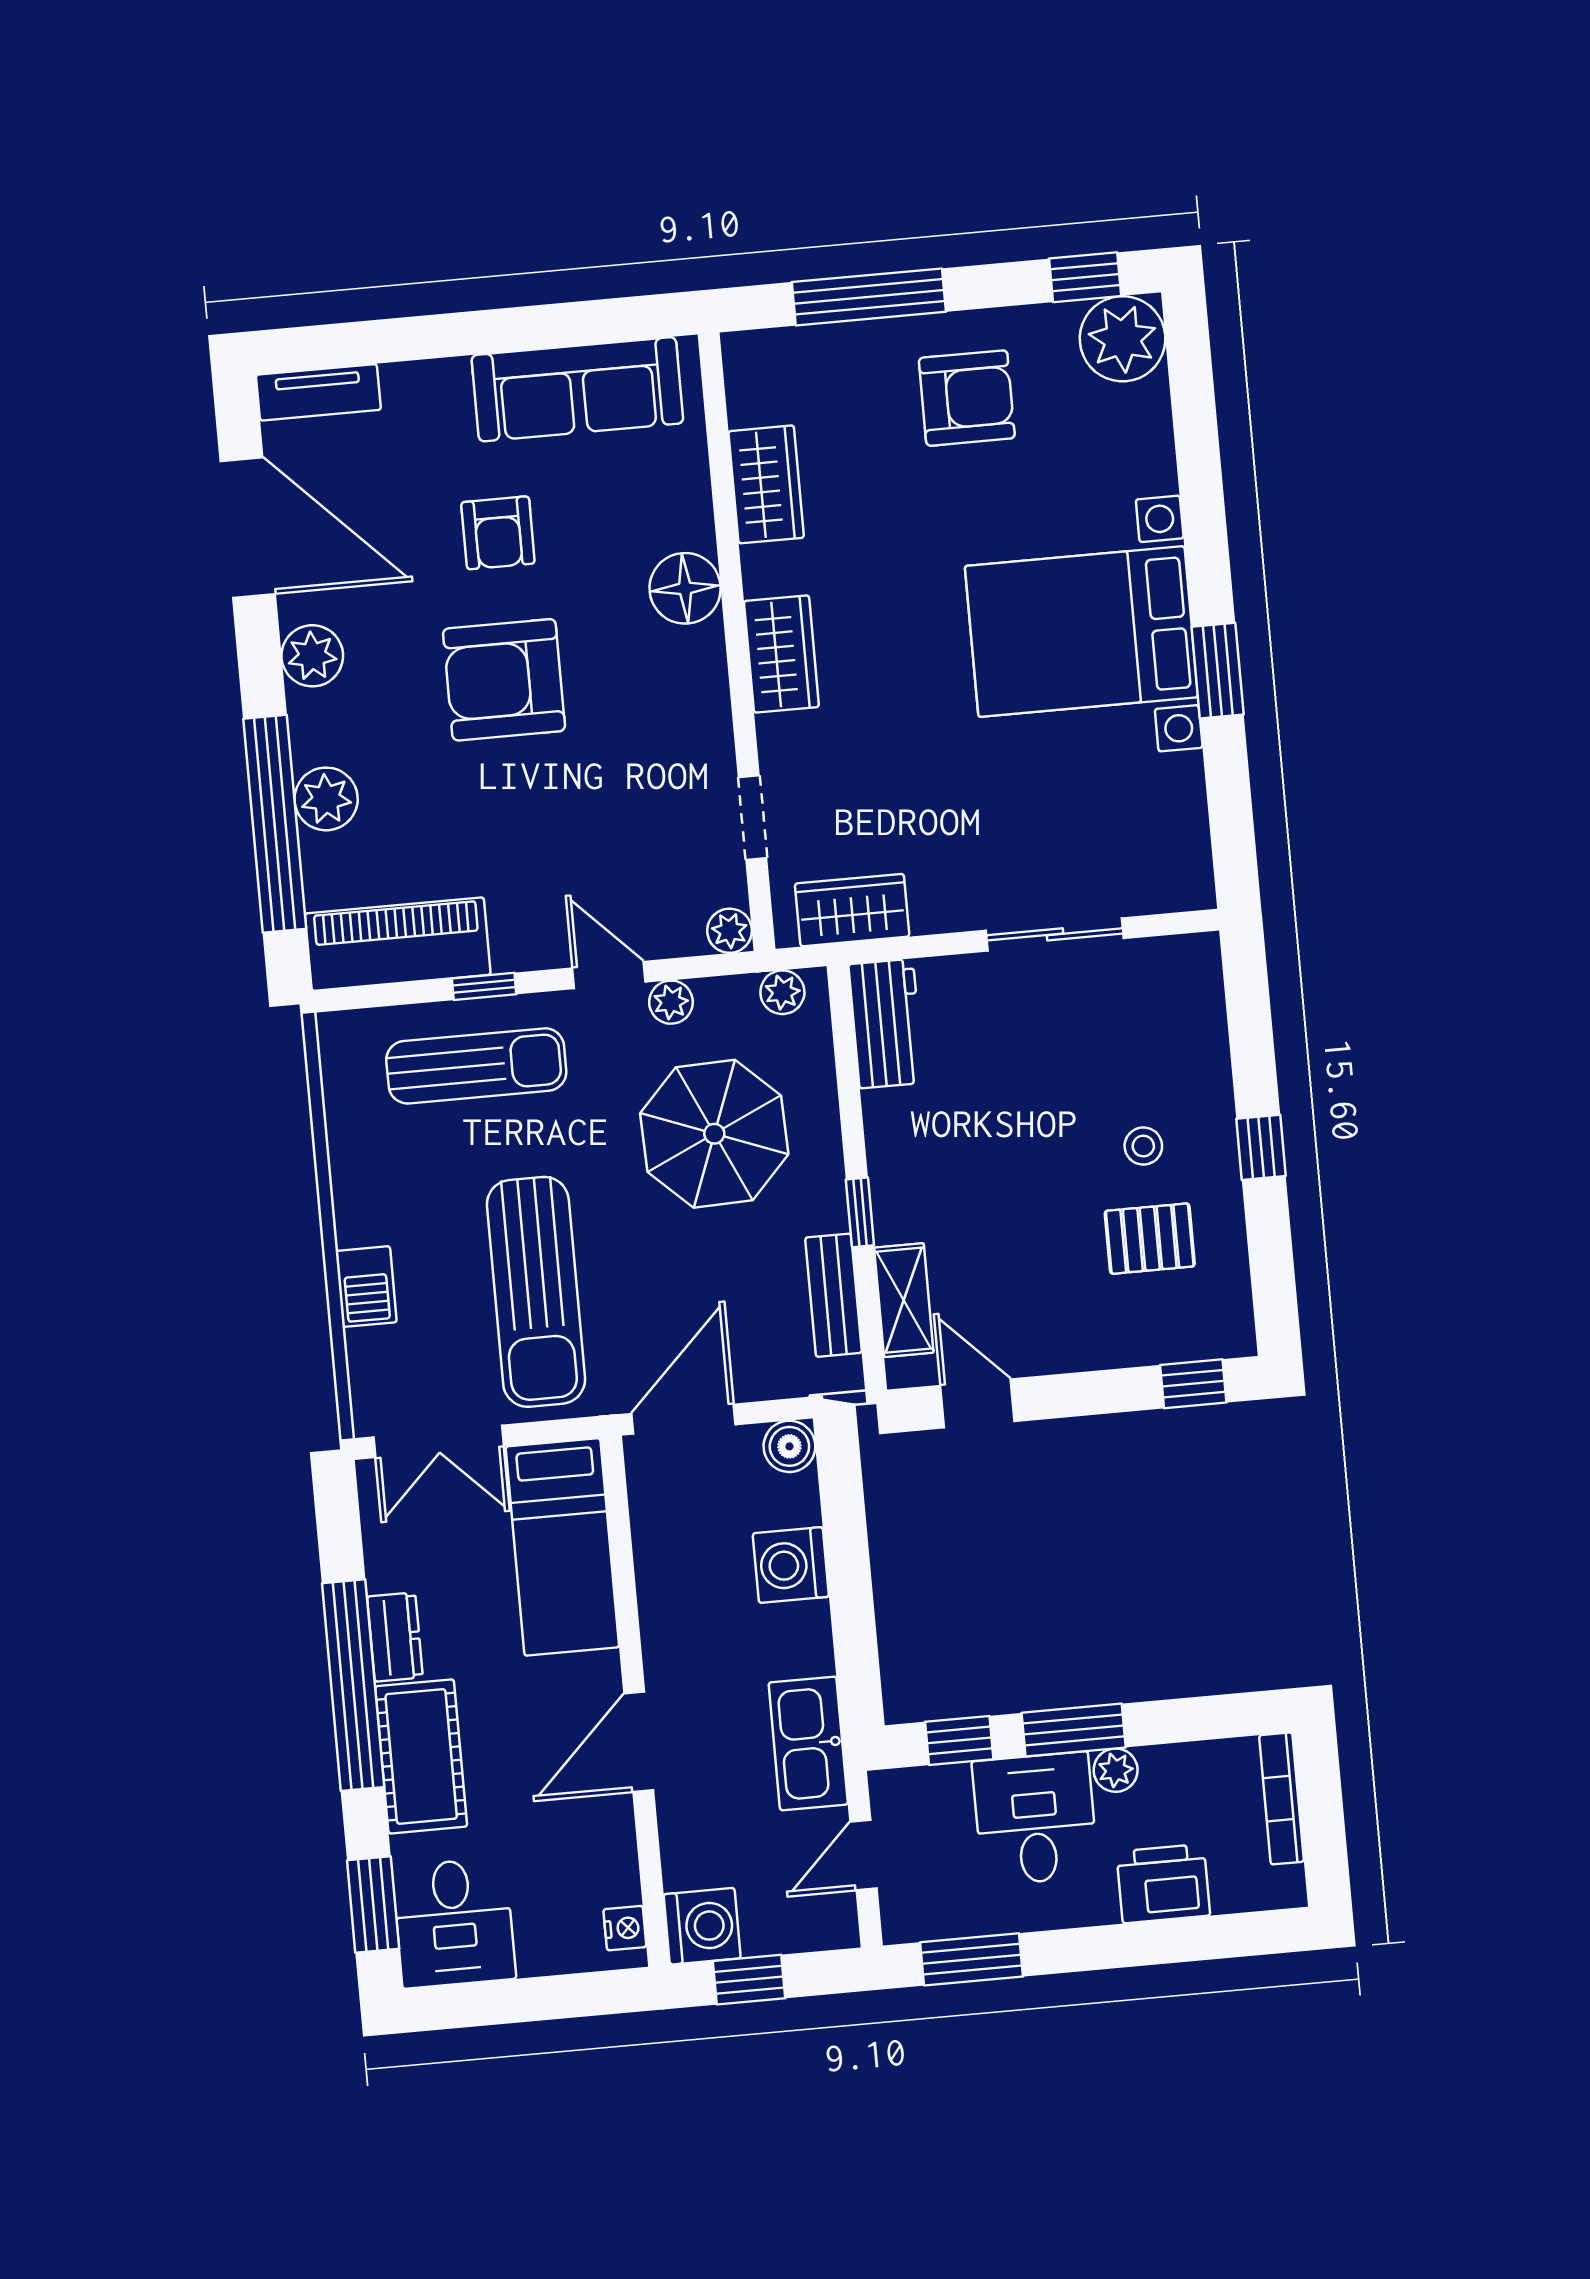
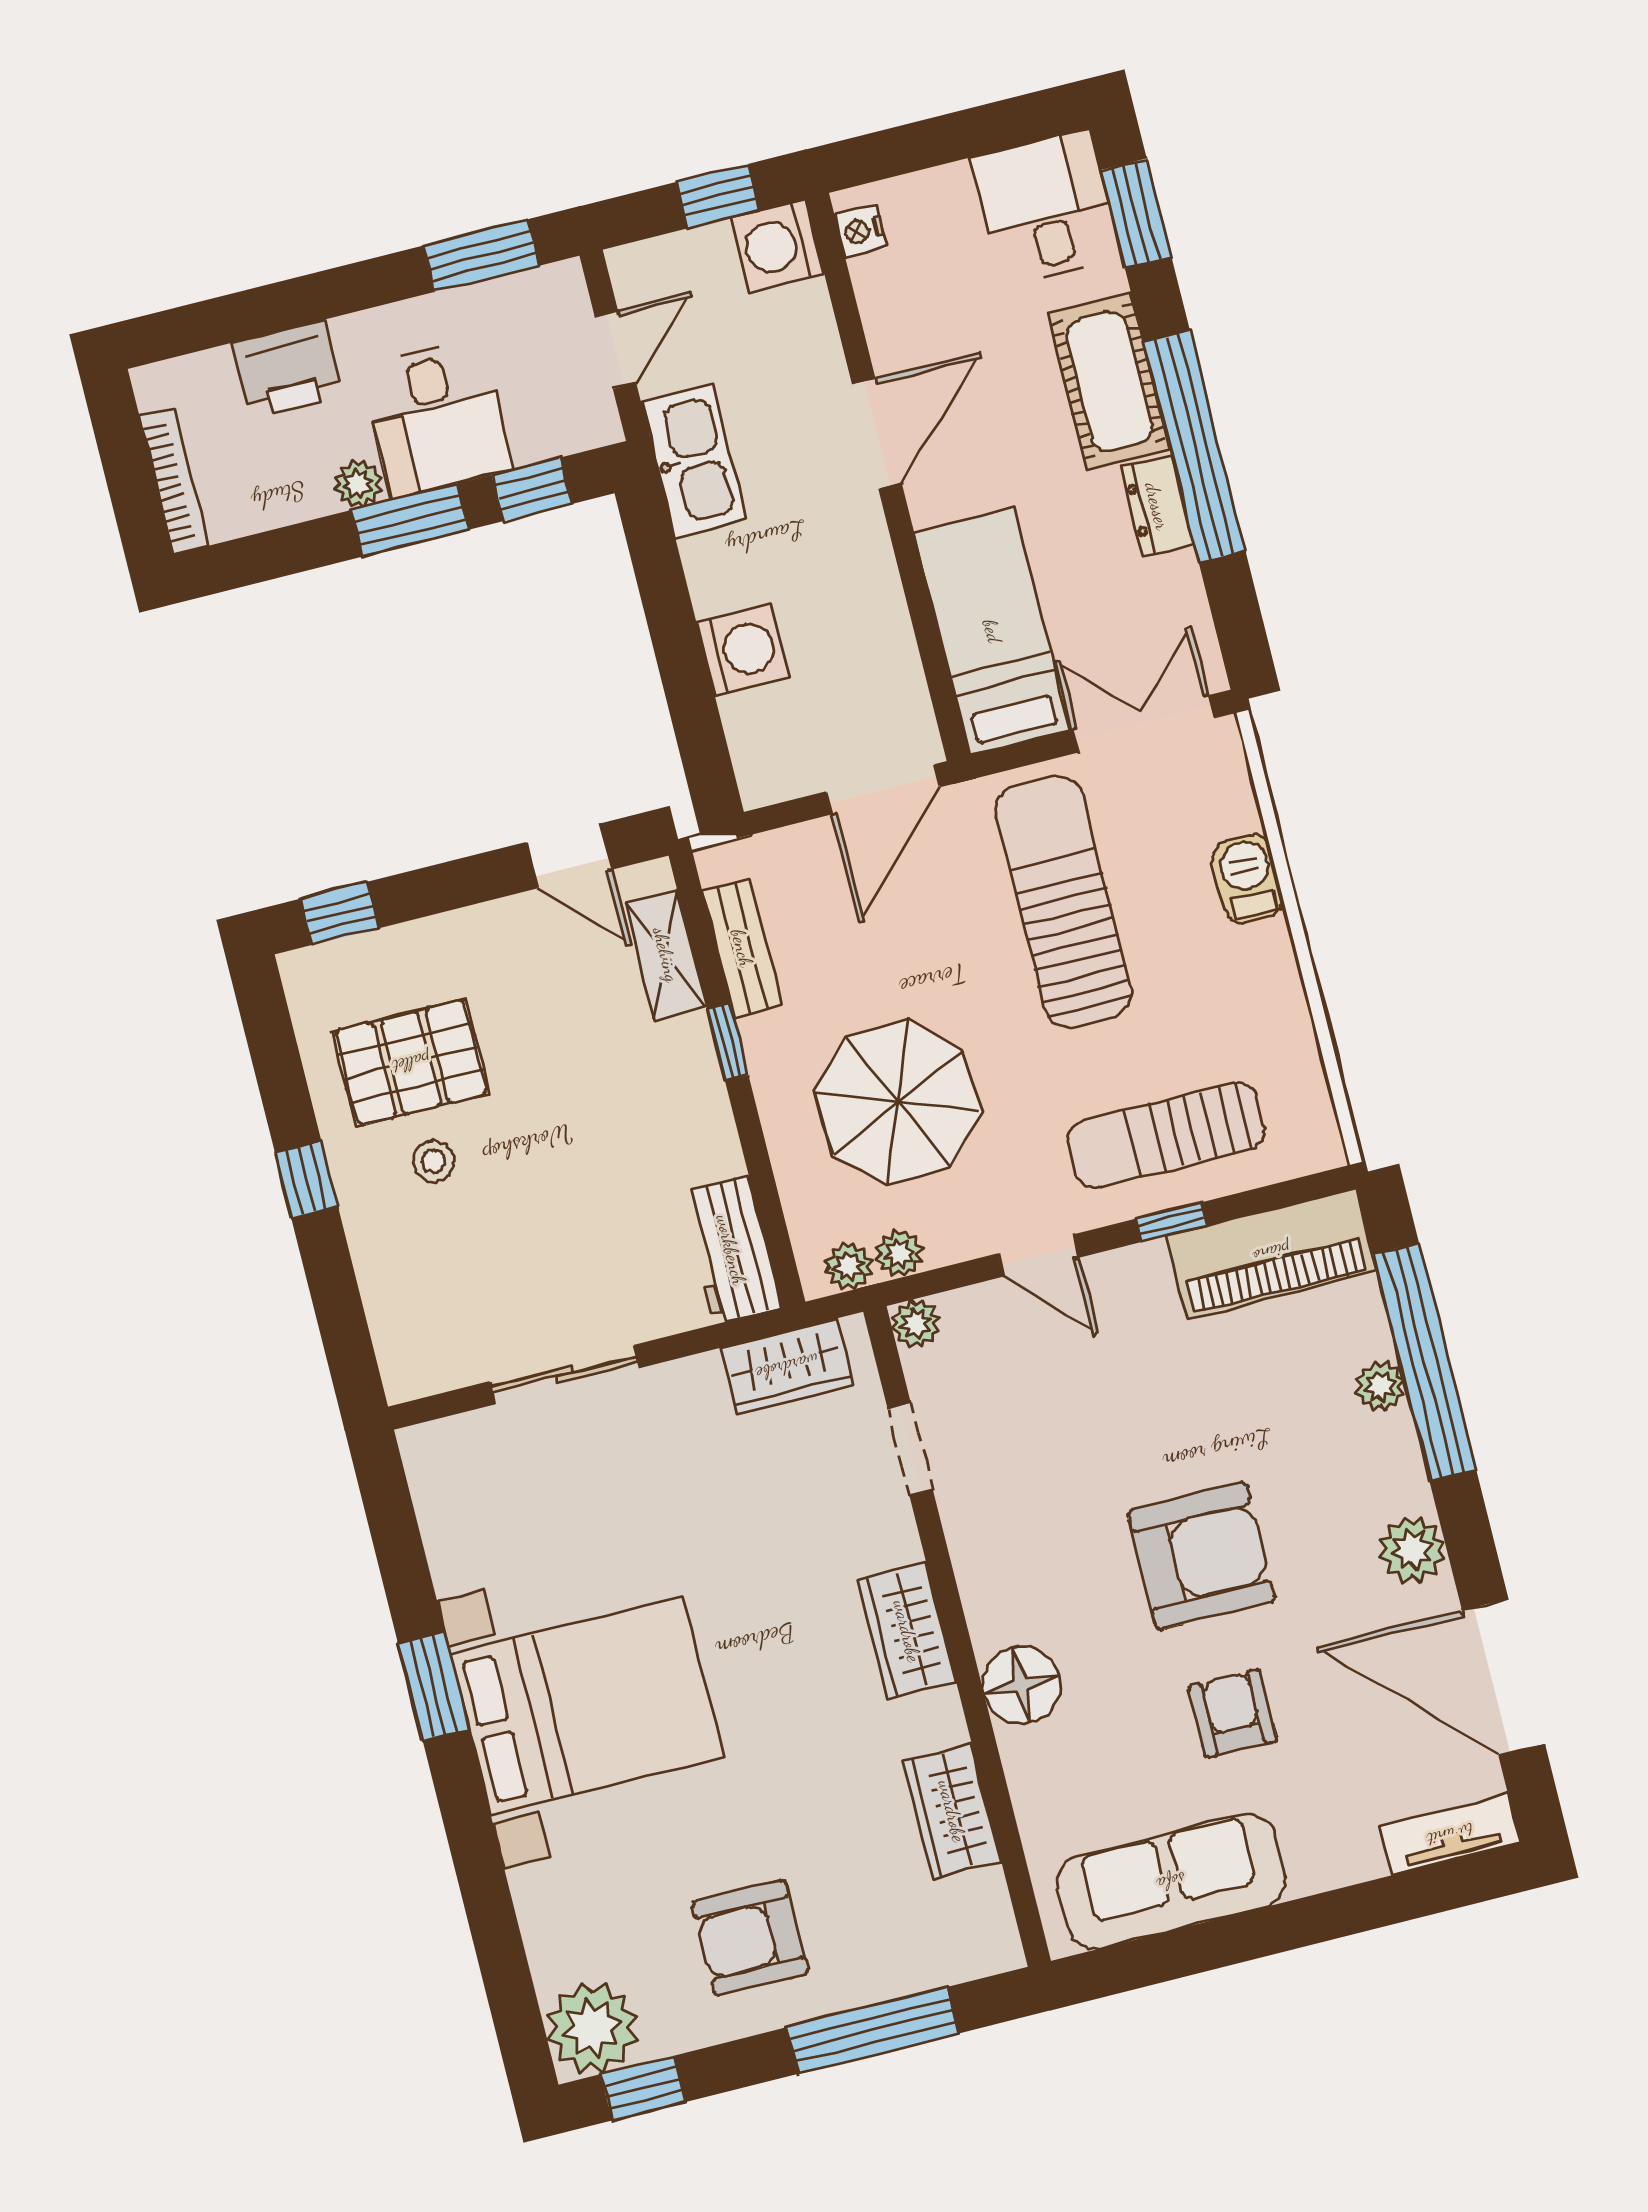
plant: (326, 799) -> (1380, 1386), width x0.73, depth x0.73
plant: (671, 1002) -> (899, 1254), moved
pallet: (1150, 1239) -> (411, 1063), width x1.50, depth x1.42
boiler: (789, 1446) -> (764, 778), removed

